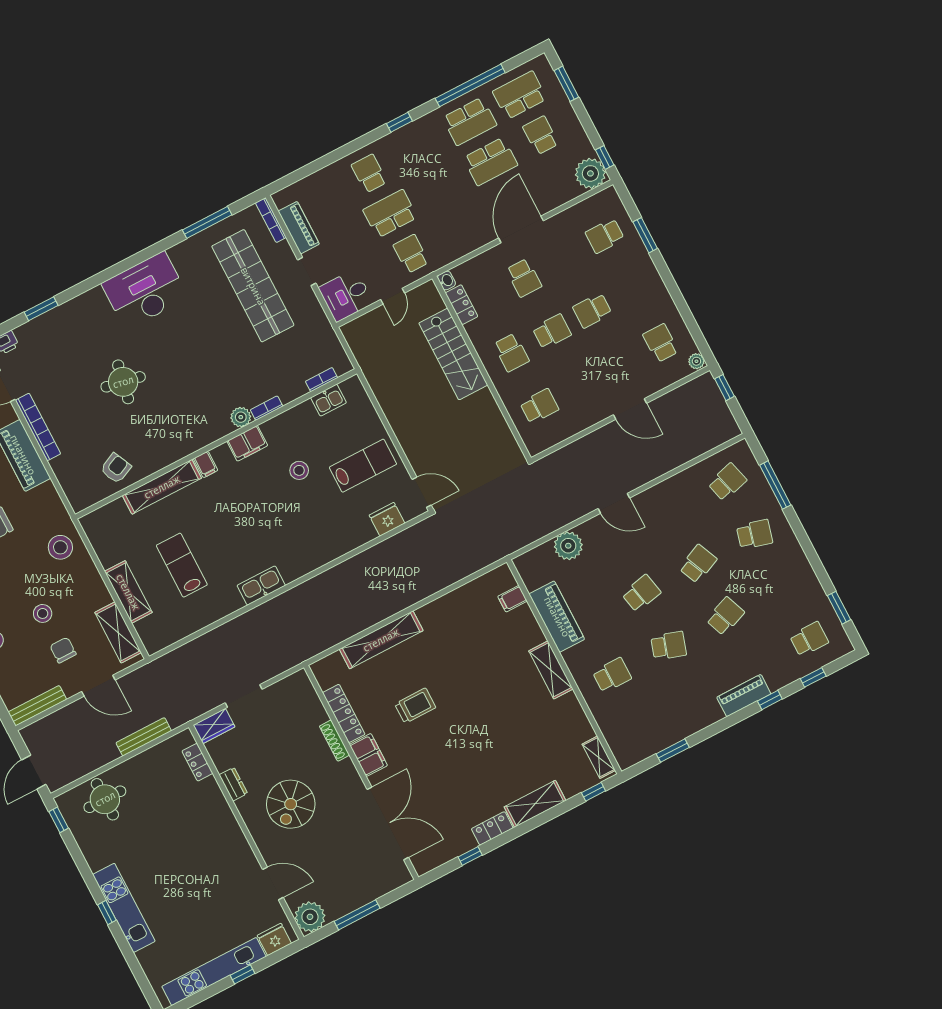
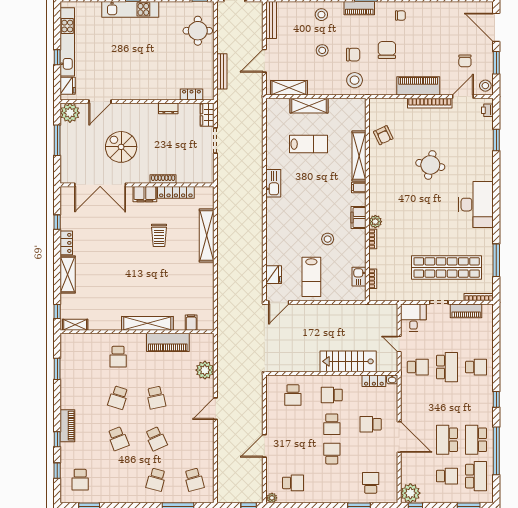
chair: (63, 650) -> (353, 55), moved
shelving: (551, 670) -> (147, 323), width x1.47
spiral stairs: (291, 804) -> (121, 147), moved

